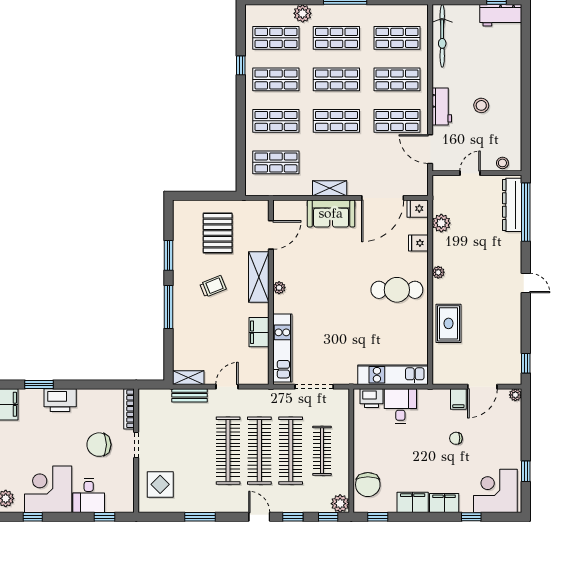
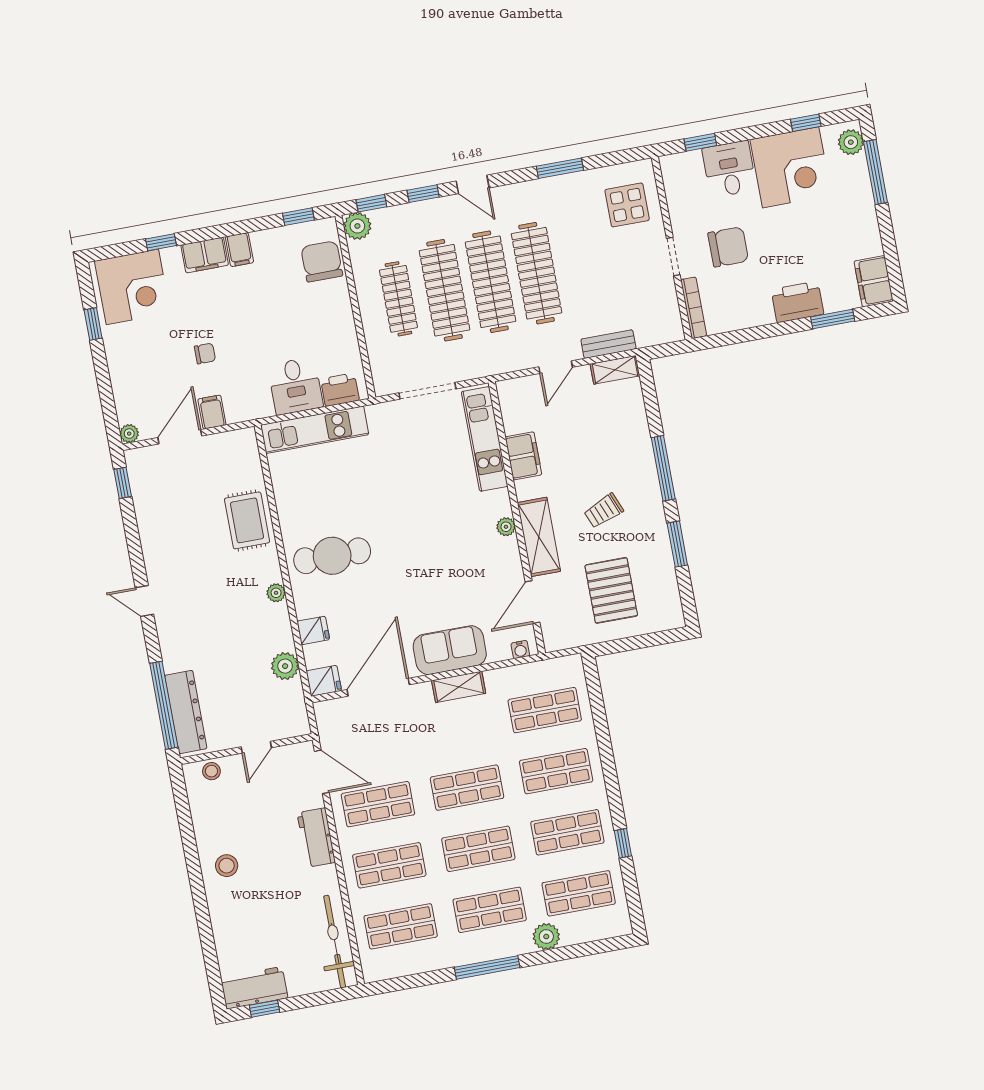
stool: (481, 105) -> (227, 866), moved
water cooler: (285, 205) -> (520, 650), added
filing cabinet: (413, 502) -> (239, 250), width x0.50

